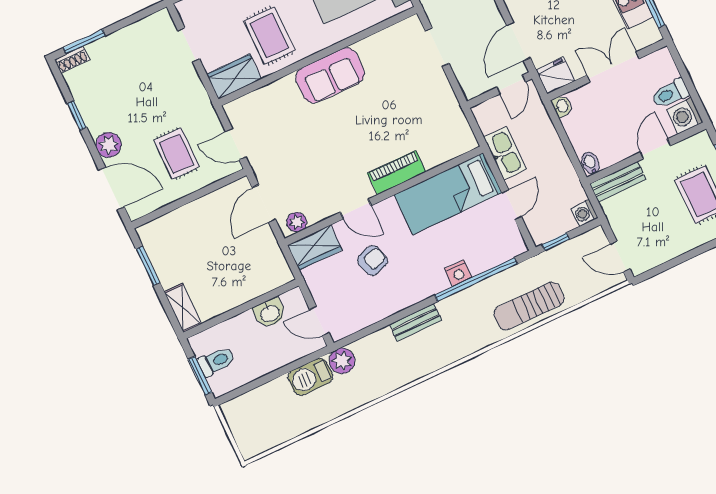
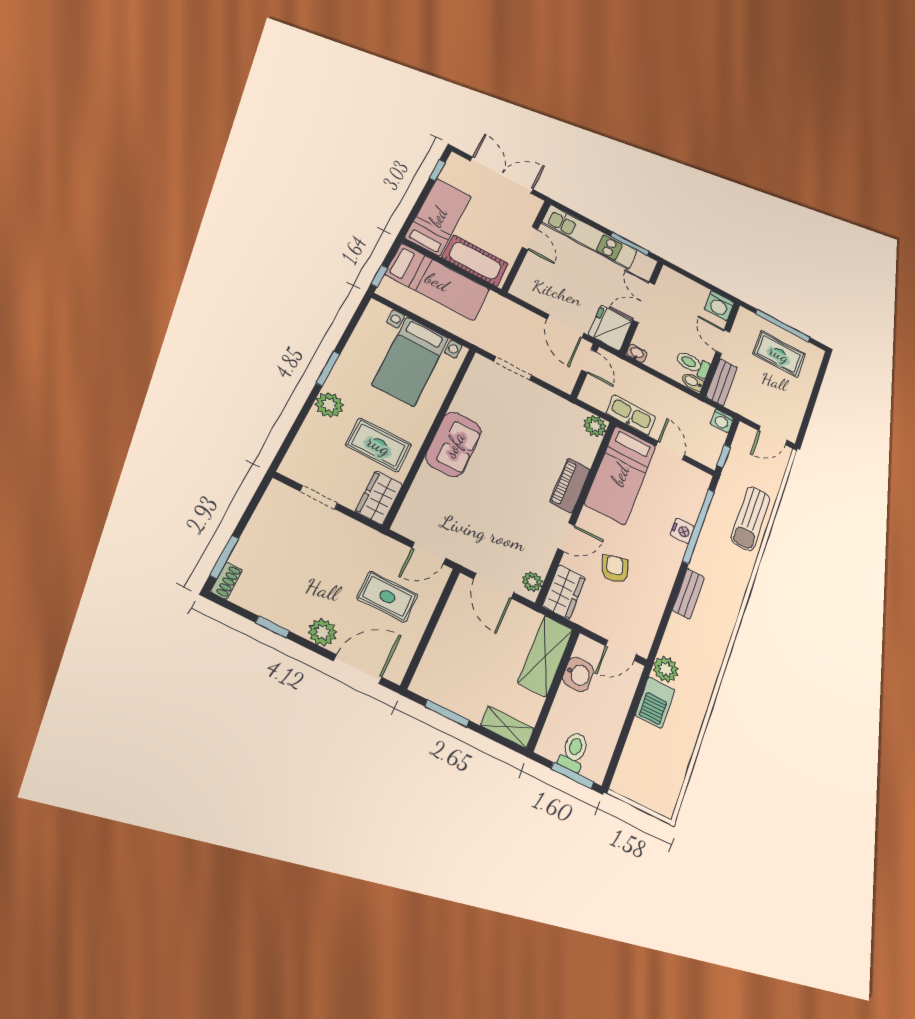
fridge: (556, 76) -> (610, 328), width x1.36, depth x1.34
toilet: (670, 94) -> (693, 364), moved, turned 90
plant: (464, 141) -> (595, 426), added
shelving: (257, 282) -> (545, 656), added

